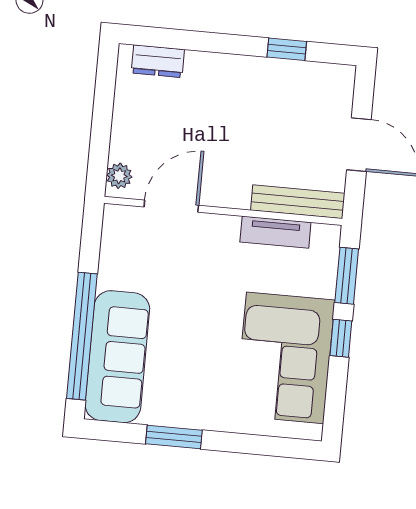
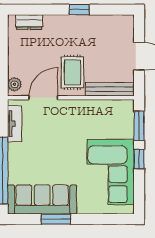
window: (287, 49) -> (79, 10), moved
rug: (231, 163) -> (72, 72), added
tv unit: (275, 232) -> (15, 124), moved, turned -90
sofa: (117, 357) -> (42, 199), moved, turned -90

